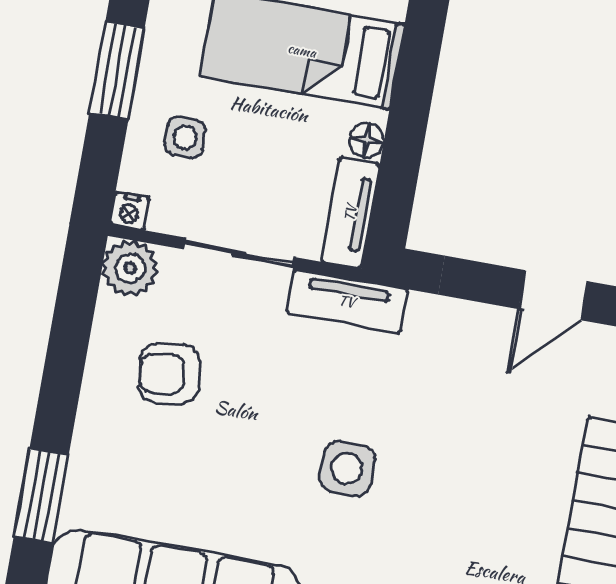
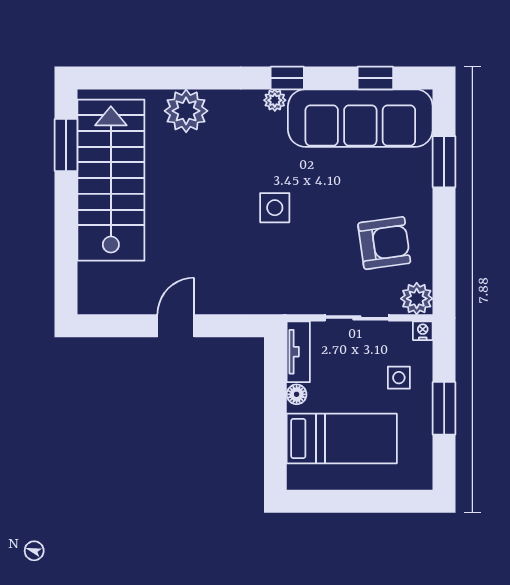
tv unit: (347, 301) -> (291, 302), removed
armchair: (169, 374) -> (384, 243), width x1.38, depth x1.38

